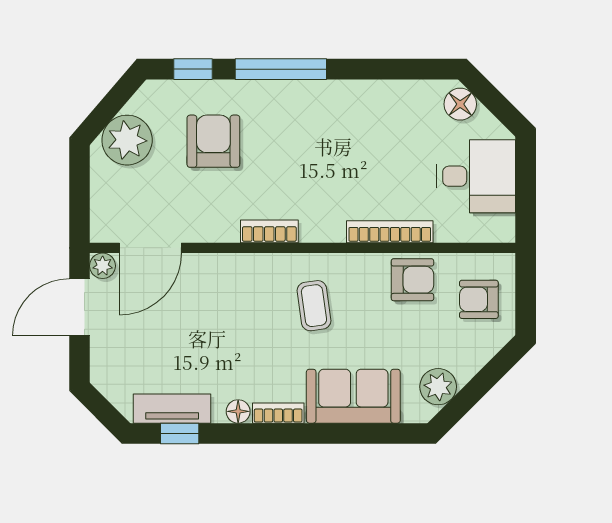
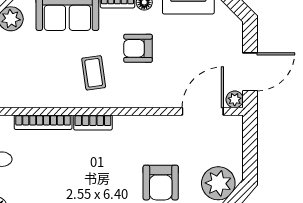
bookcase: (269, 231) -> (93, 122), moved
armchair: (412, 280) -> (138, 48), moved

